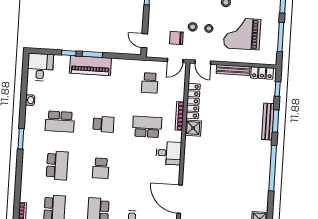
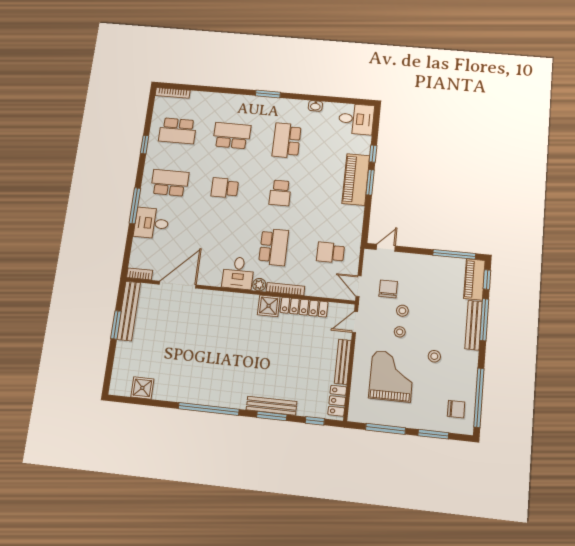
plant: (177, 136) -> (259, 285), added
school desk: (57, 166) -> (232, 136), turned 180

